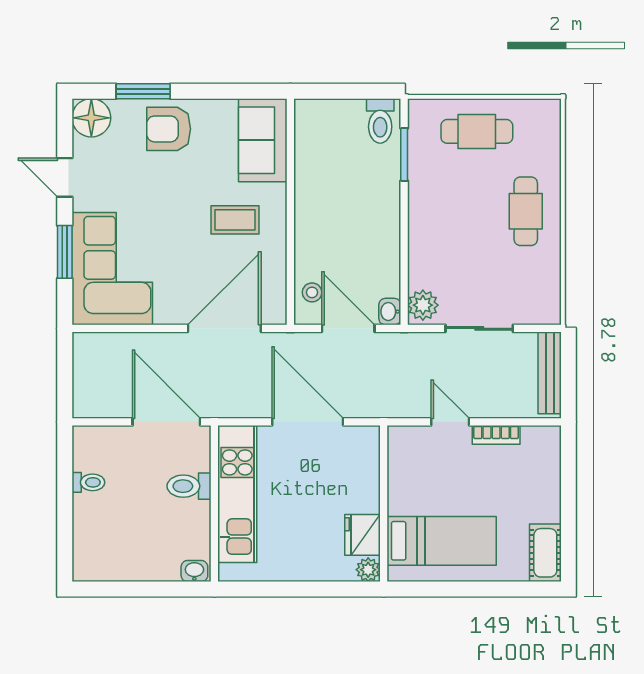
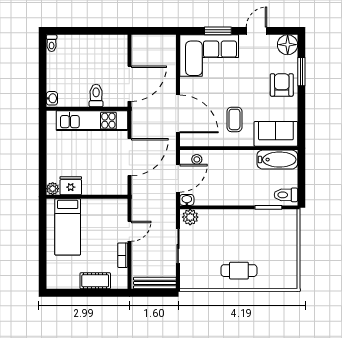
cafe table: (477, 131) -> (280, 245), removed
bathtub: (312, 137) -> (277, 160), added
toilet: (88, 482) -> (52, 43), moved
cot: (545, 553) -> (95, 281), moved

